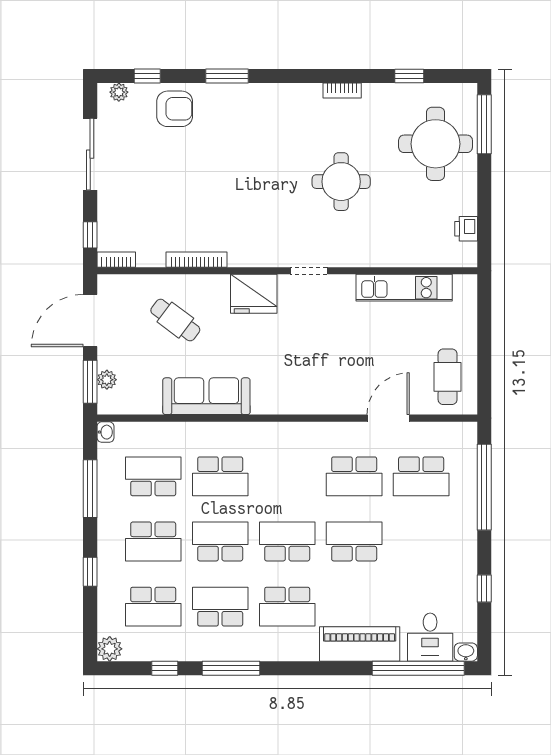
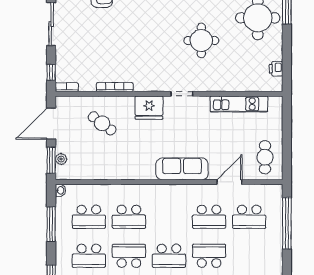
sofa: (206, 396) -> (182, 169), moved
school desk: (153, 476) -> (89, 217), turned 180
school desk: (287, 541) -> (169, 256), turned 180

